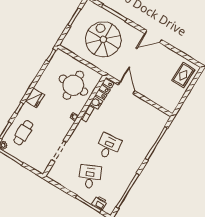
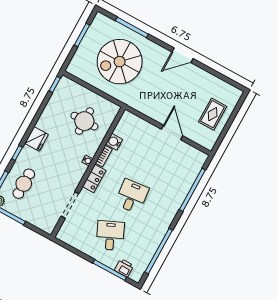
spiral stairs: (103, 39) -> (120, 62), turned -90
rug: (183, 75) -> (213, 114), moved
round table: (73, 85) -> (84, 121), width x0.73, depth x0.73
door: (127, 88) -> (172, 133), moved
locker: (105, 89) -> (94, 178), moved

